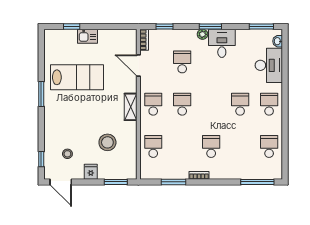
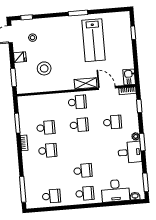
kitchen sink: (88, 36) -> (129, 77), moved
door: (138, 65) -> (107, 88), hinge flipped
shelving: (131, 107) -> (86, 83), moved
school desk: (153, 146) -> (46, 128), moved

